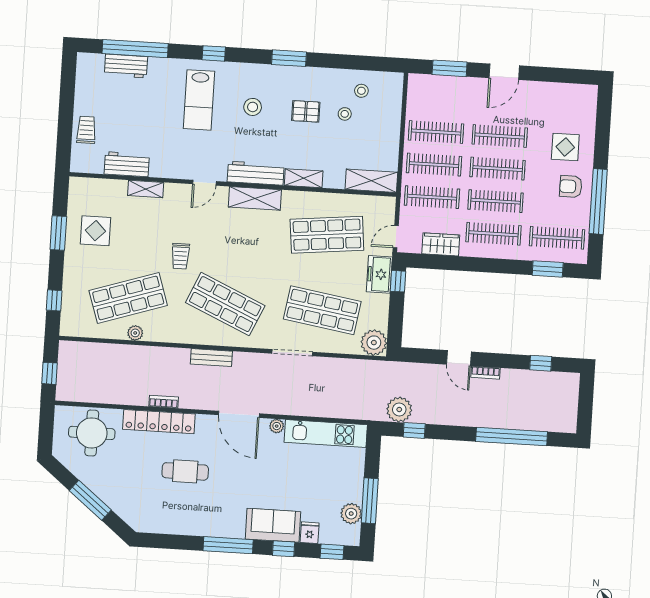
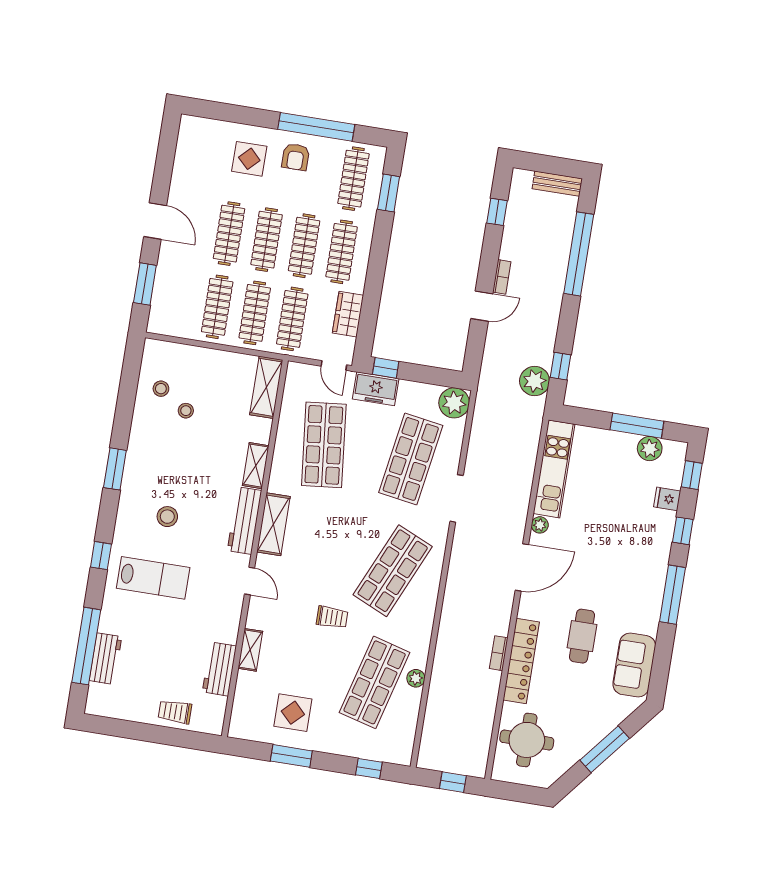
pallet: (306, 111) -> (178, 455), removed
shop shelf: (128, 298) -> (375, 682), turned 33
bench: (211, 358) -> (557, 184), moved, turned 90
sofa: (273, 525) -> (634, 665), moved

